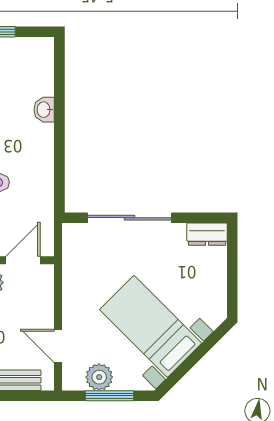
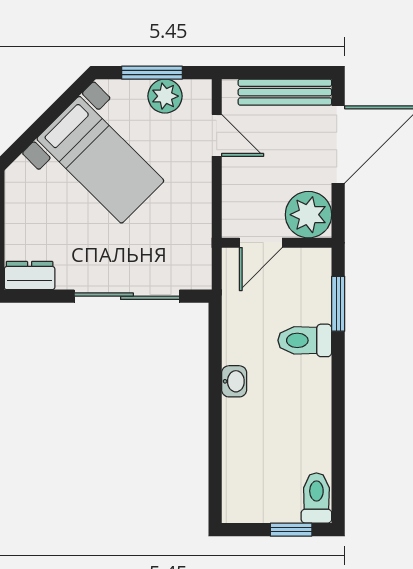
washbasin: (44, 110) -> (234, 381), moved

